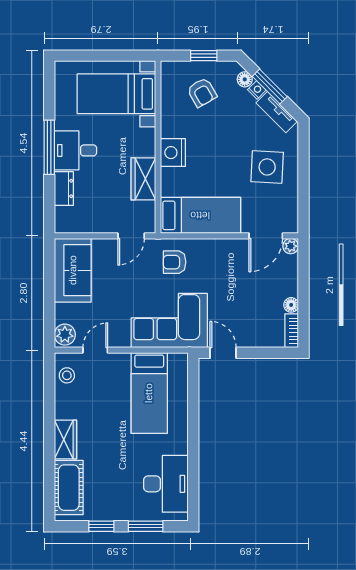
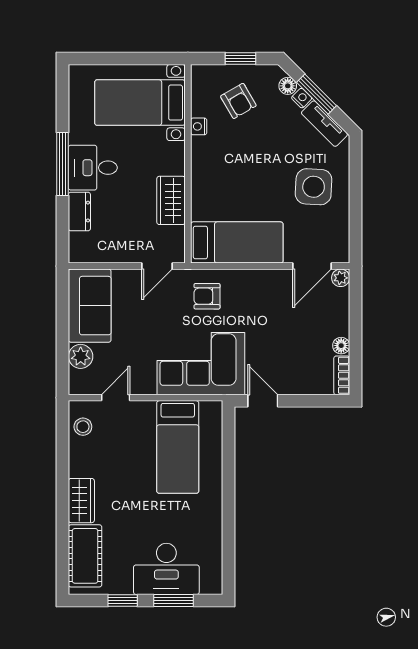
nightstand: (173, 153) -> (199, 126), moved, width x0.53, depth x0.56
plant: (65, 335) -> (81, 356), moved
desk: (166, 484) -> (166, 569), moved, turned 90

